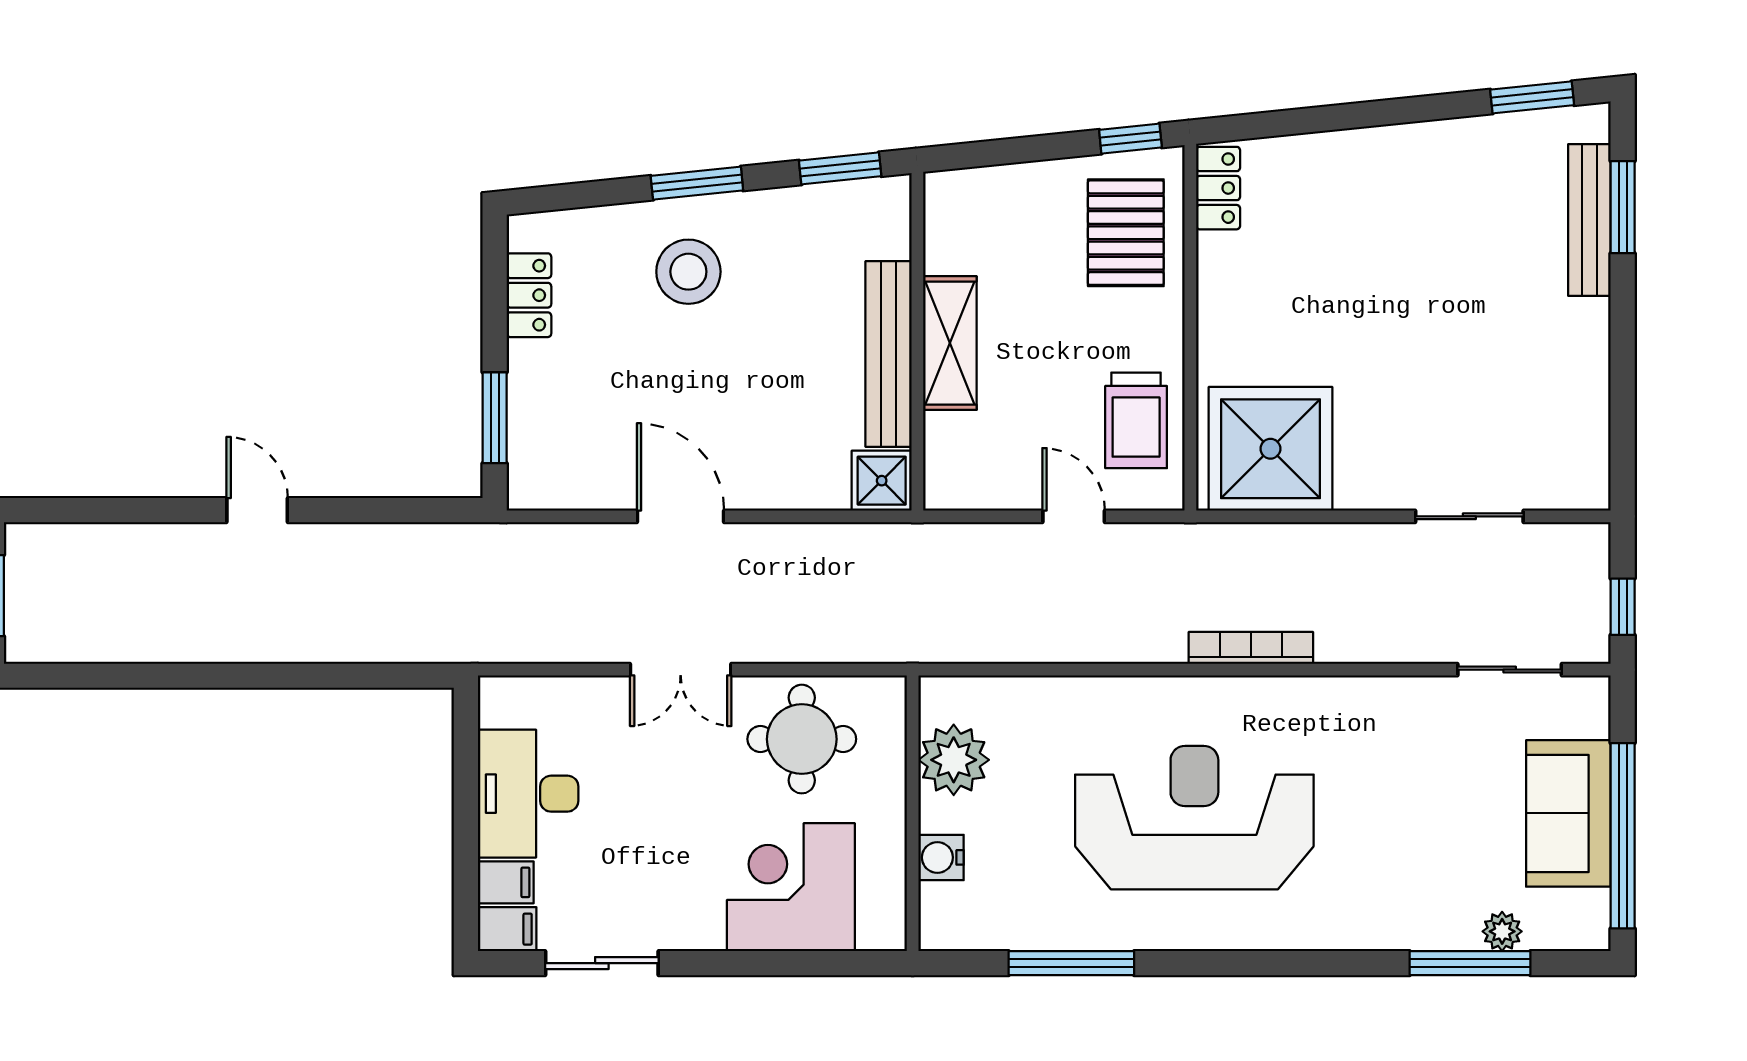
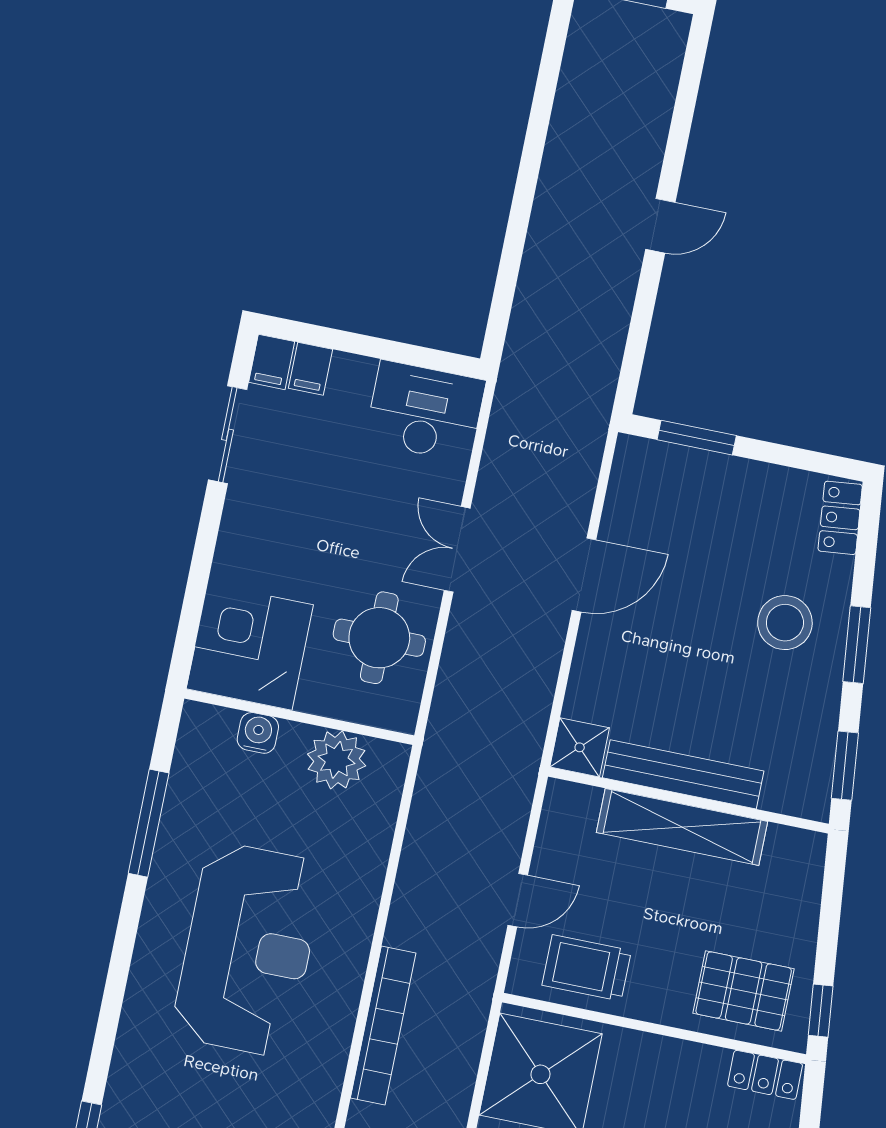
locker: (529, 295) -> (840, 518), moved, turned 84
shelving: (950, 343) -> (682, 827), width x1.47
bookcase: (1251, 648) -> (383, 1025), width x1.48, depth x1.31
desk: (528, 794) -> (425, 411), moved
corner desk: (791, 887) -> (250, 647), moved, turned -90

